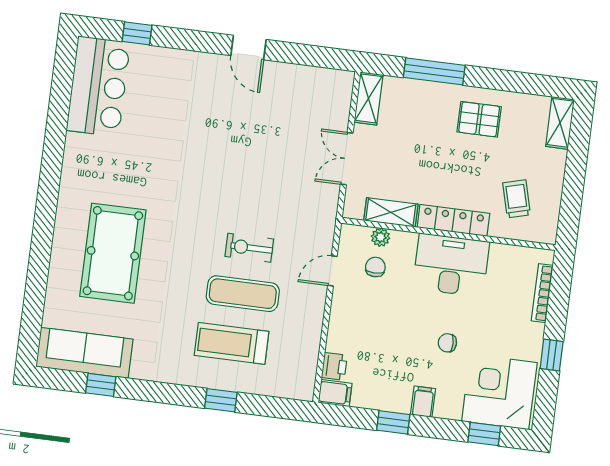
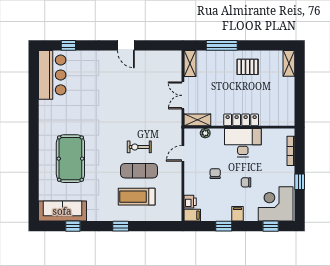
trolley: (517, 199) -> (272, 105), removed
shelving: (391, 212) -> (197, 120), moved
chair: (375, 267) -> (215, 174), moved
window: (221, 400) -> (121, 226), moved

